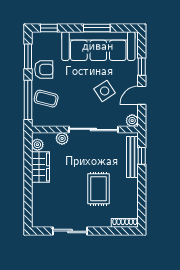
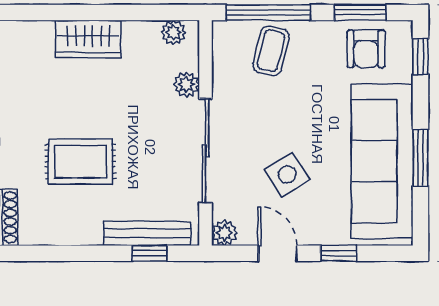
armchair: (44, 70) -> (366, 49), moved
wardrobe: (41, 167) -> (88, 39), moved

